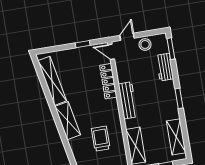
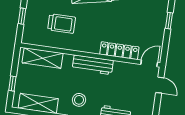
window: (83, 44) -> (169, 21), moved
stool: (145, 44) -> (79, 100), moved

